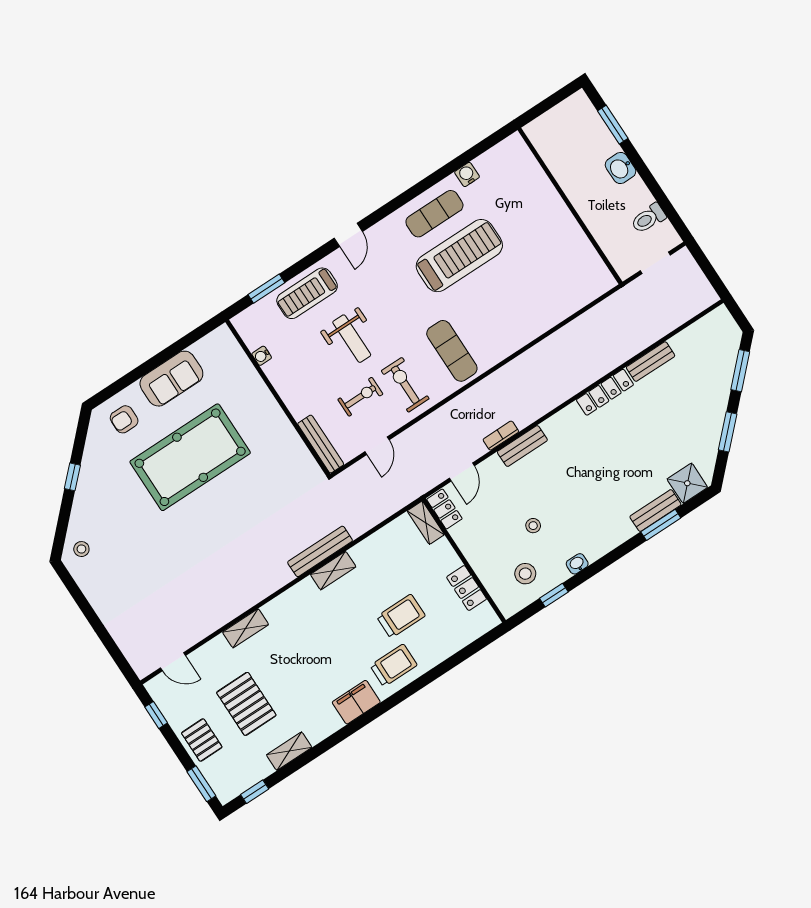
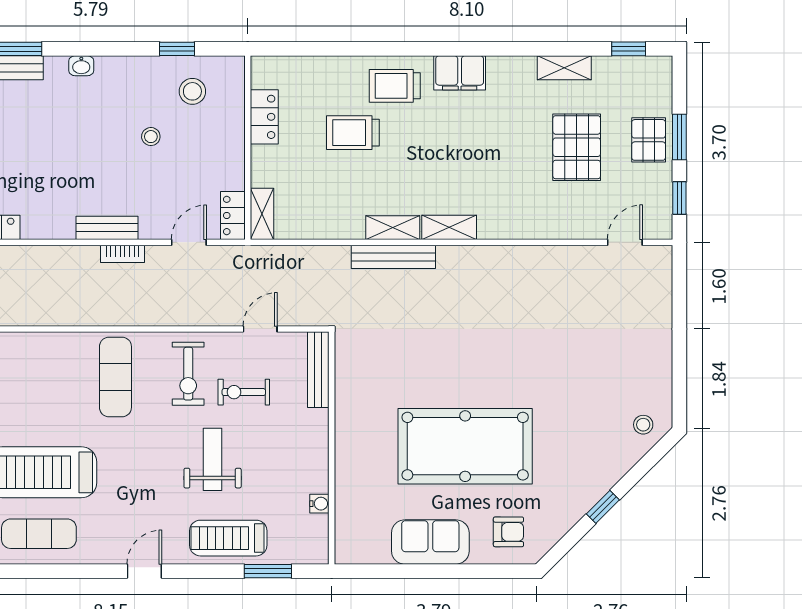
treadmill: (307, 293) -> (228, 538), turned 180
washbasin: (577, 564) -> (81, 66), moved
shelving: (246, 628) -> (449, 227), moved
door: (173, 662) -> (625, 242), hinge flipped
window: (201, 784) -> (679, 137), moved

